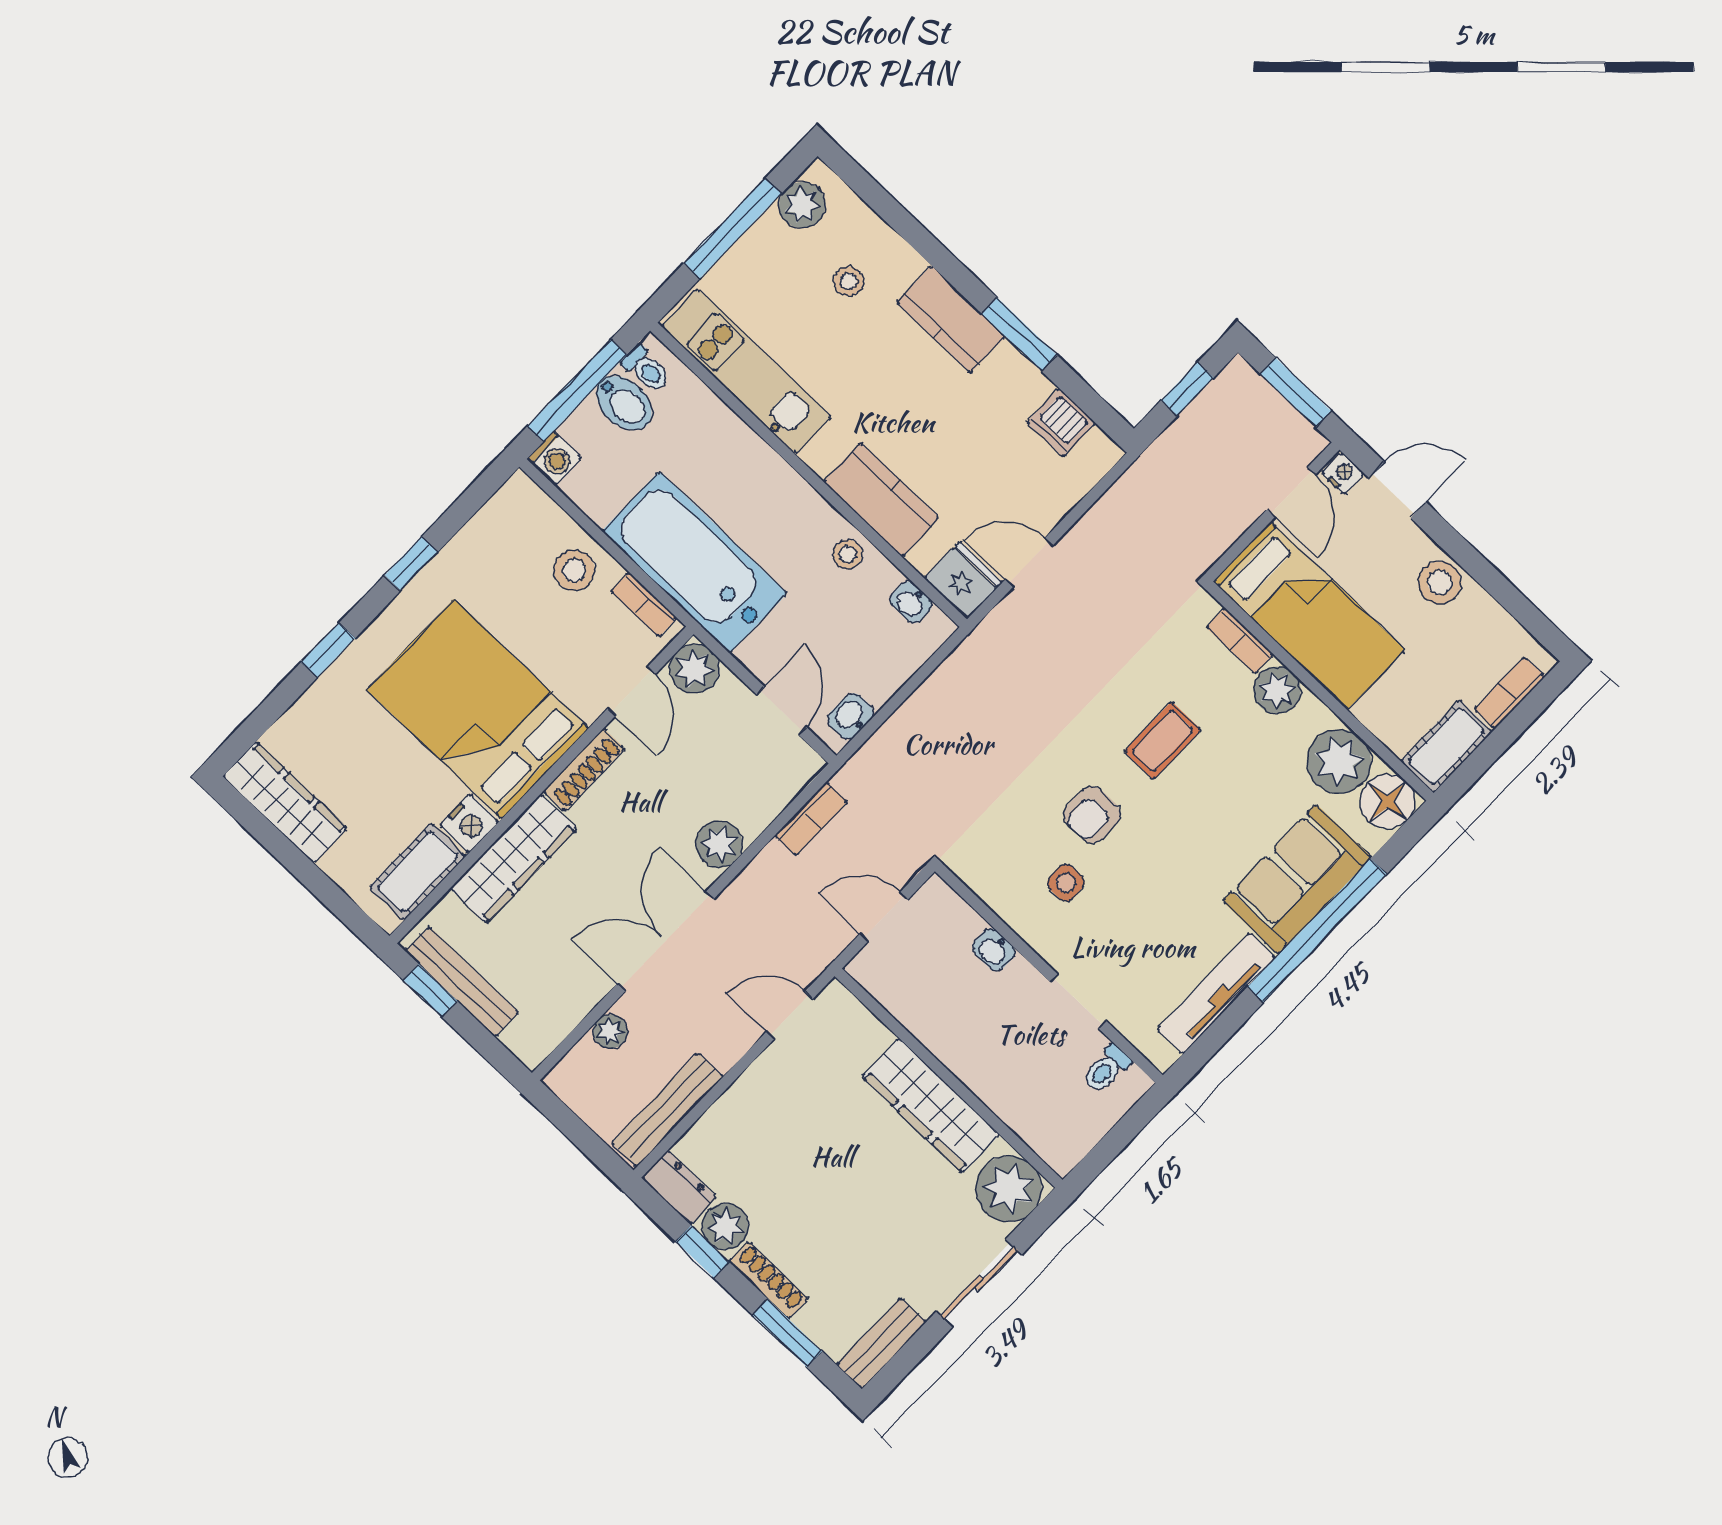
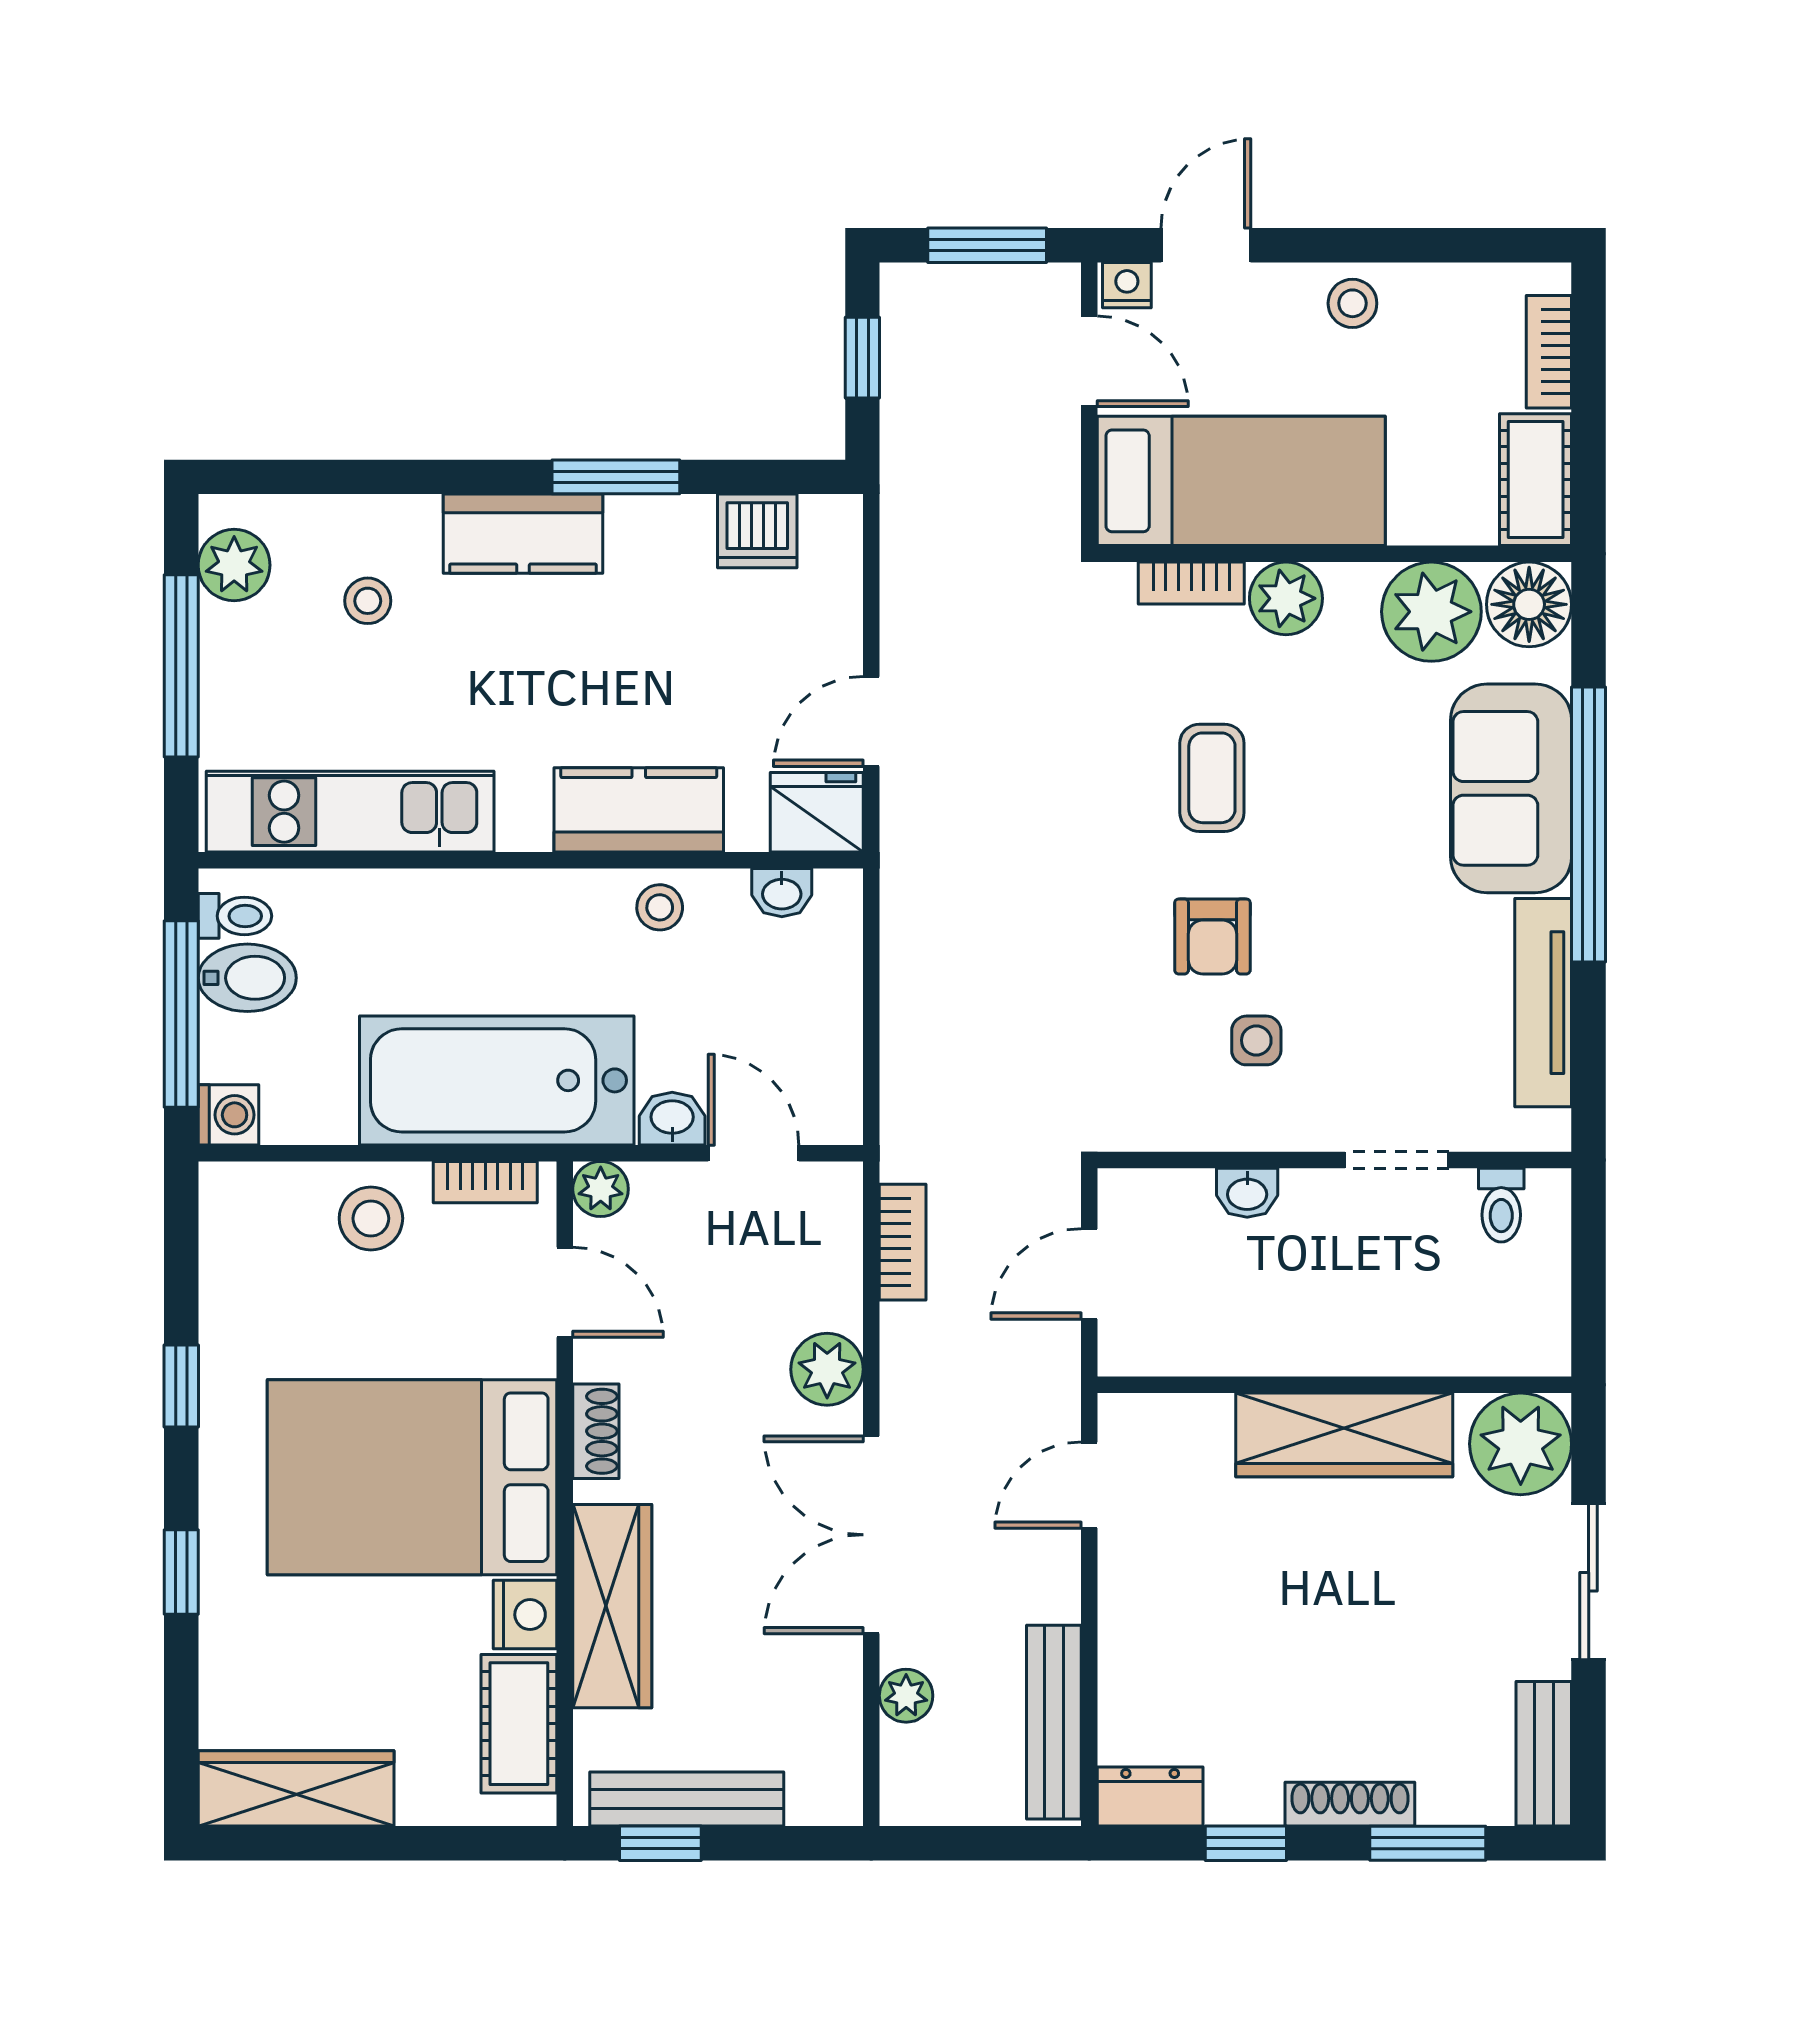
stool: (1440, 583) -> (1352, 303), width x0.73, depth x0.73
plant: (694, 669) -> (601, 1189), width x0.73, depth x0.73
washbasin: (851, 716) -> (672, 1119), moved, turned 90
shoe rack: (584, 770) -> (596, 1431), width x0.70
plant: (725, 1226) -> (1244, 1790), removed

